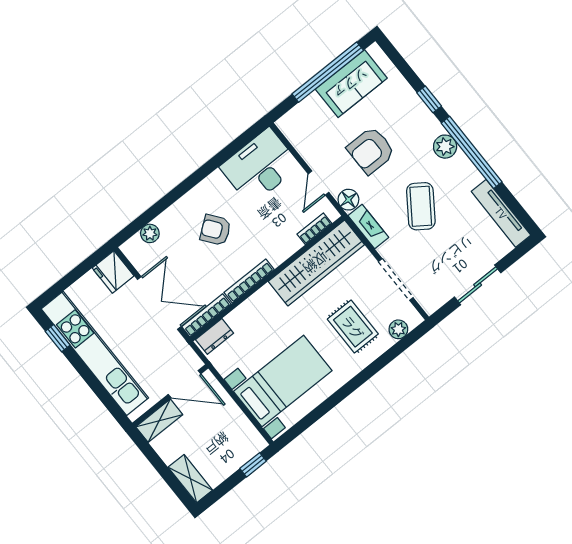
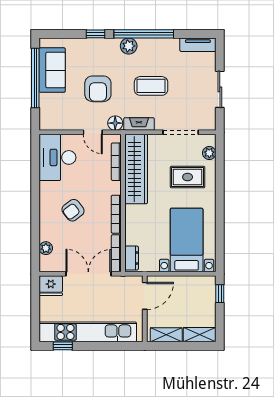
coffee table: (421, 206) -> (151, 86), turned -35
tv unit: (501, 213) -> (198, 45), width x0.71
bookcase: (314, 229) -> (116, 162), width x1.56
shelving: (159, 421) -> (166, 335), moved, turned 90

